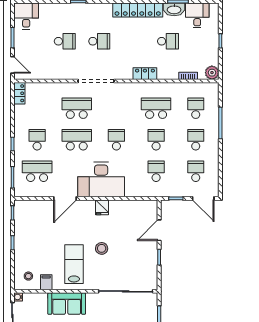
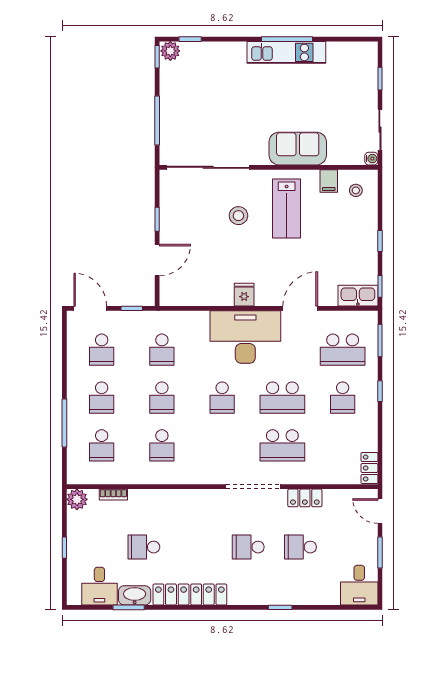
locker: (145, 74) -> (305, 498), moved
school desk: (156, 108) -> (162, 445), width x0.54
kitchen sink: (27, 207) -> (358, 296), added
stool: (102, 248) -> (238, 216), moved

